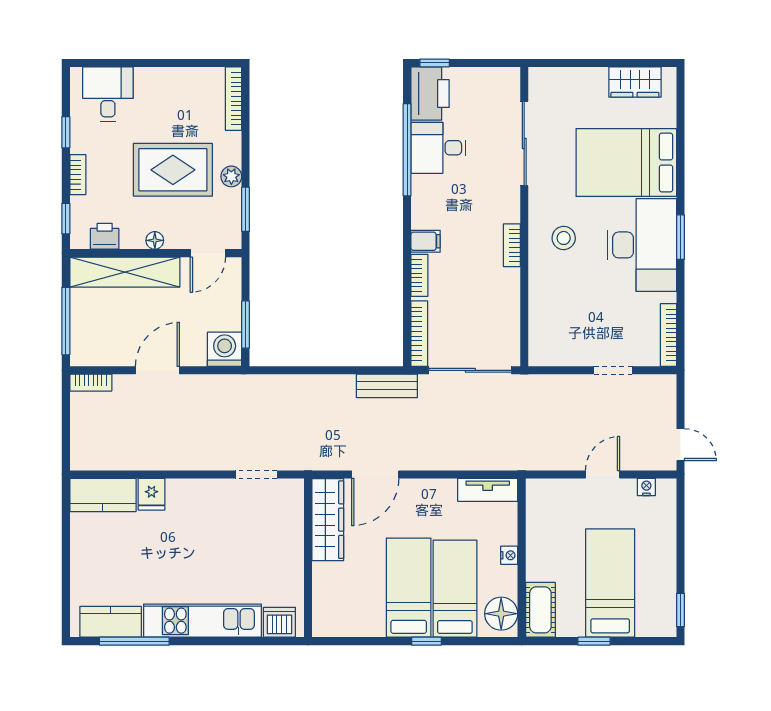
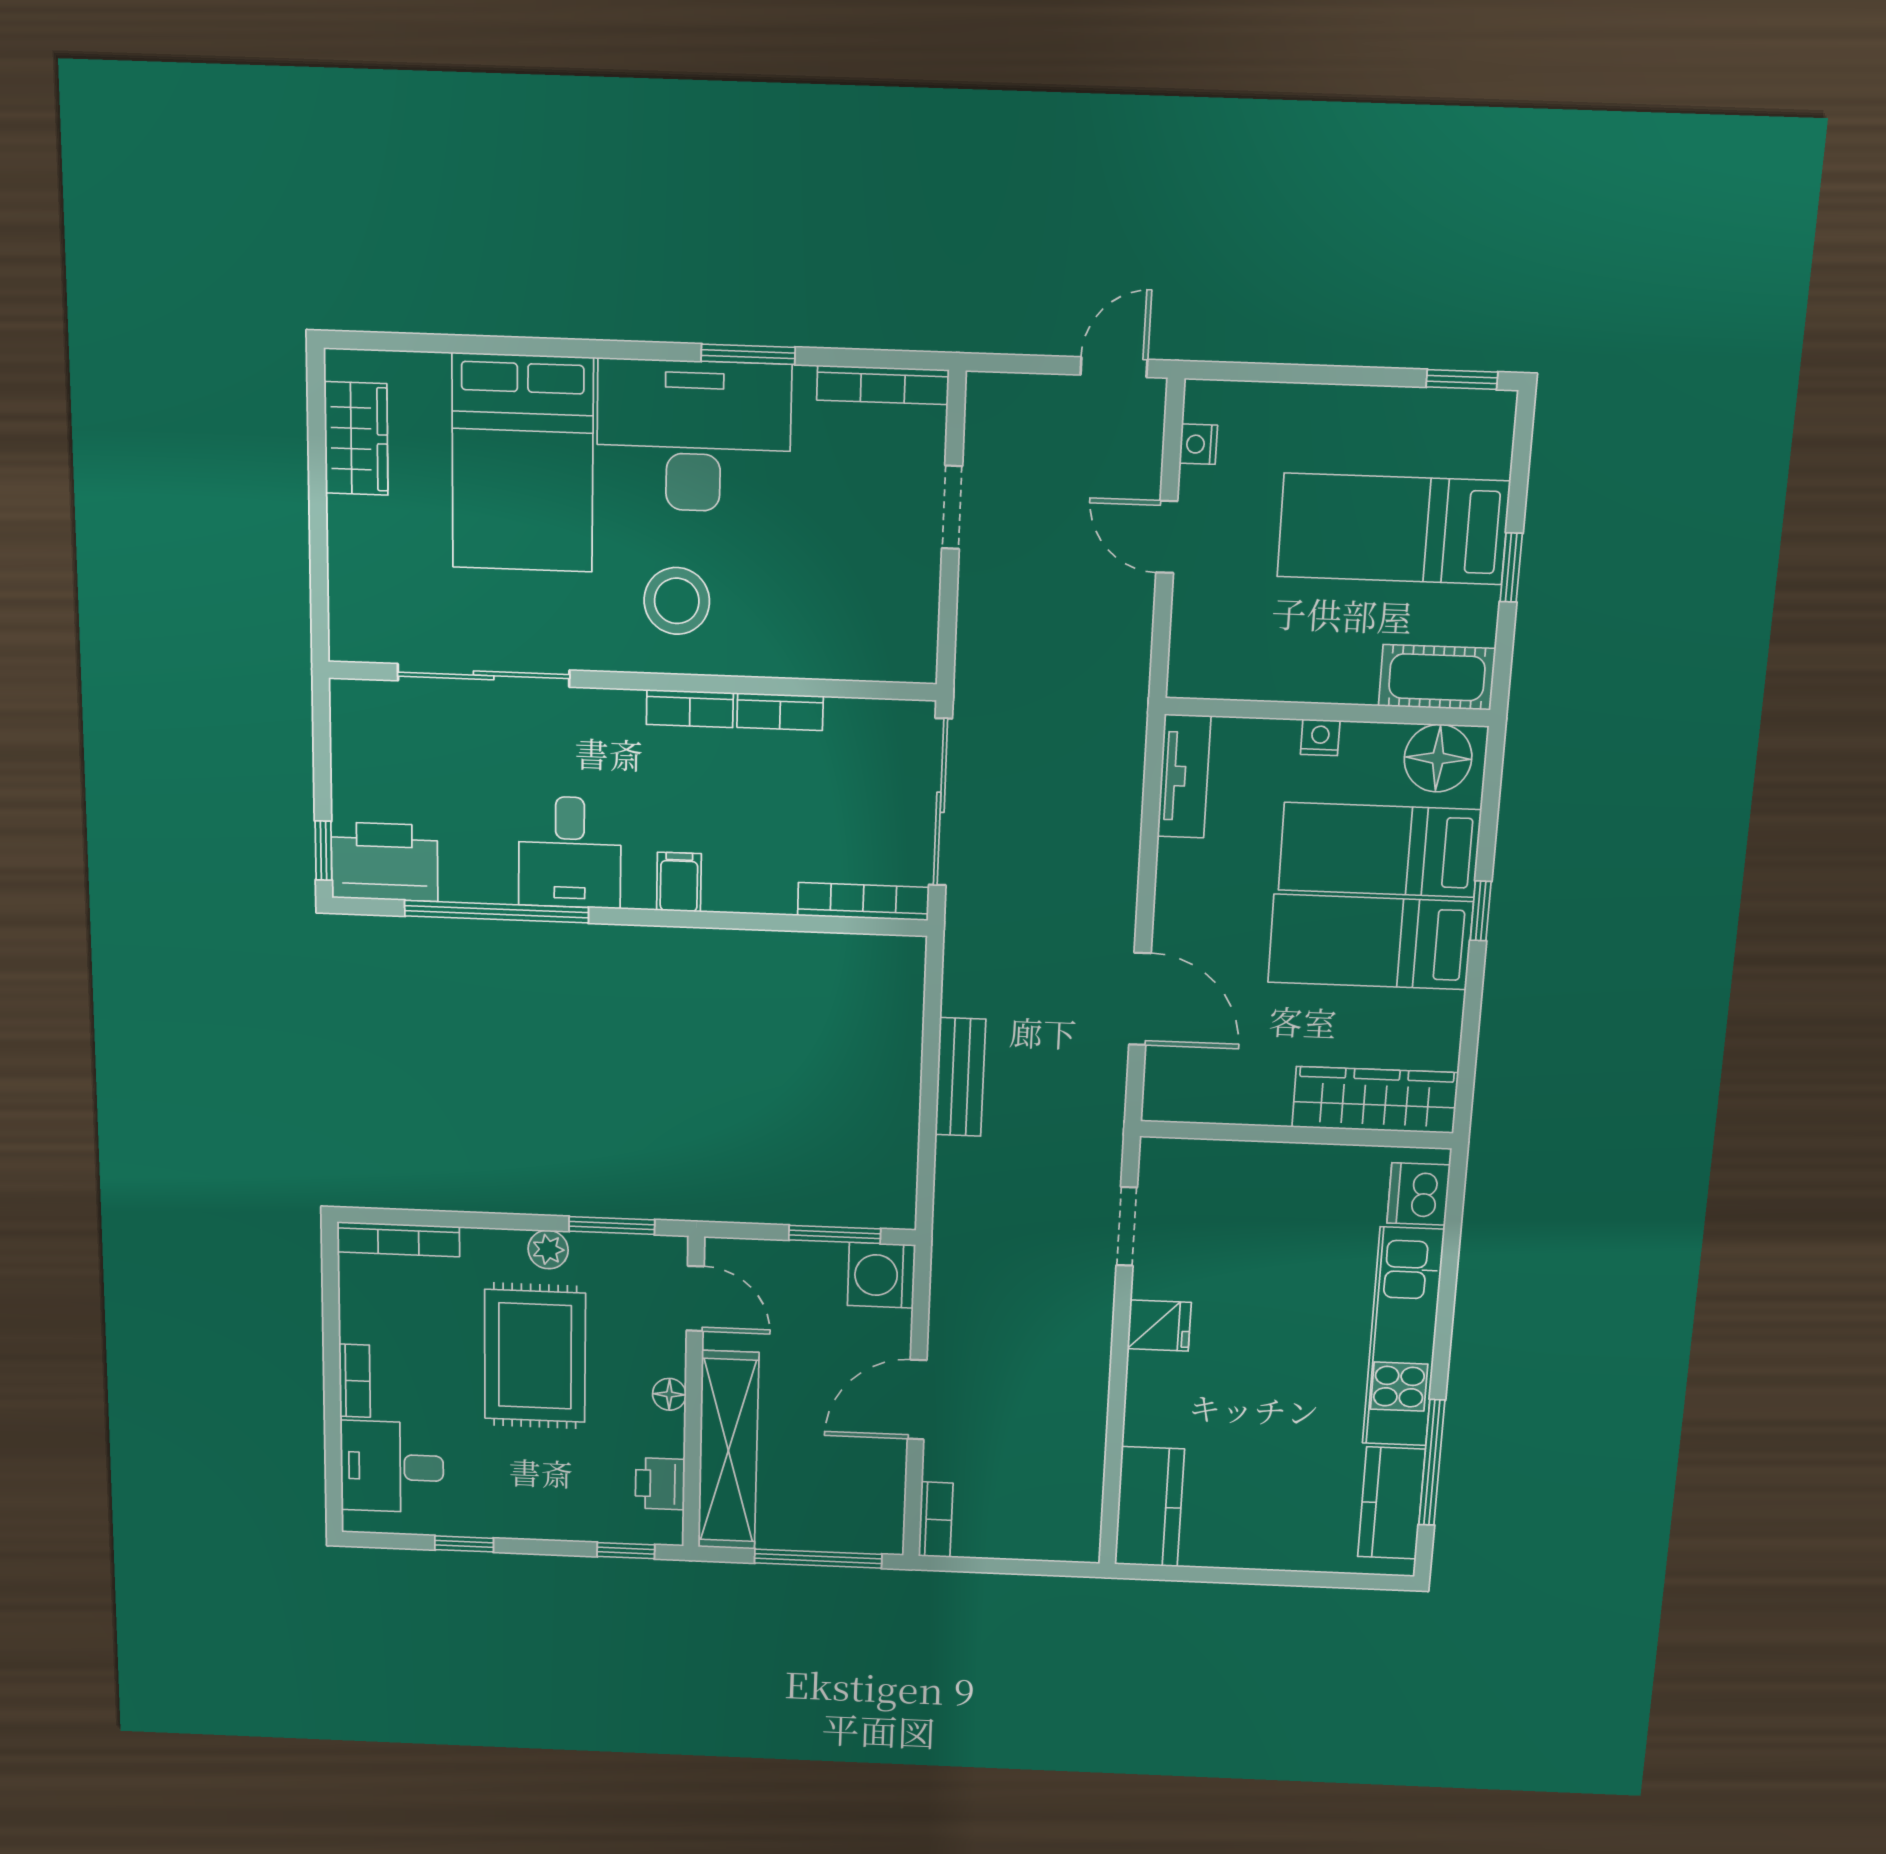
desk: (438, 148) -> (570, 852), moved
bookcase: (78, 175) -> (355, 1381), moved, turned 90
window: (680, 237) -> (748, 354), moved
stool: (564, 238) -> (677, 601), width x1.38, depth x1.38
bookcase: (419, 275) -> (780, 712), moved, turned 180
door: (157, 370) -> (917, 1400), hinge flipped
bench: (387, 386) -> (960, 1077), moved
fridge: (152, 494) -> (1159, 1326), moved
wardrobe: (328, 520) -> (1375, 1100), moved

